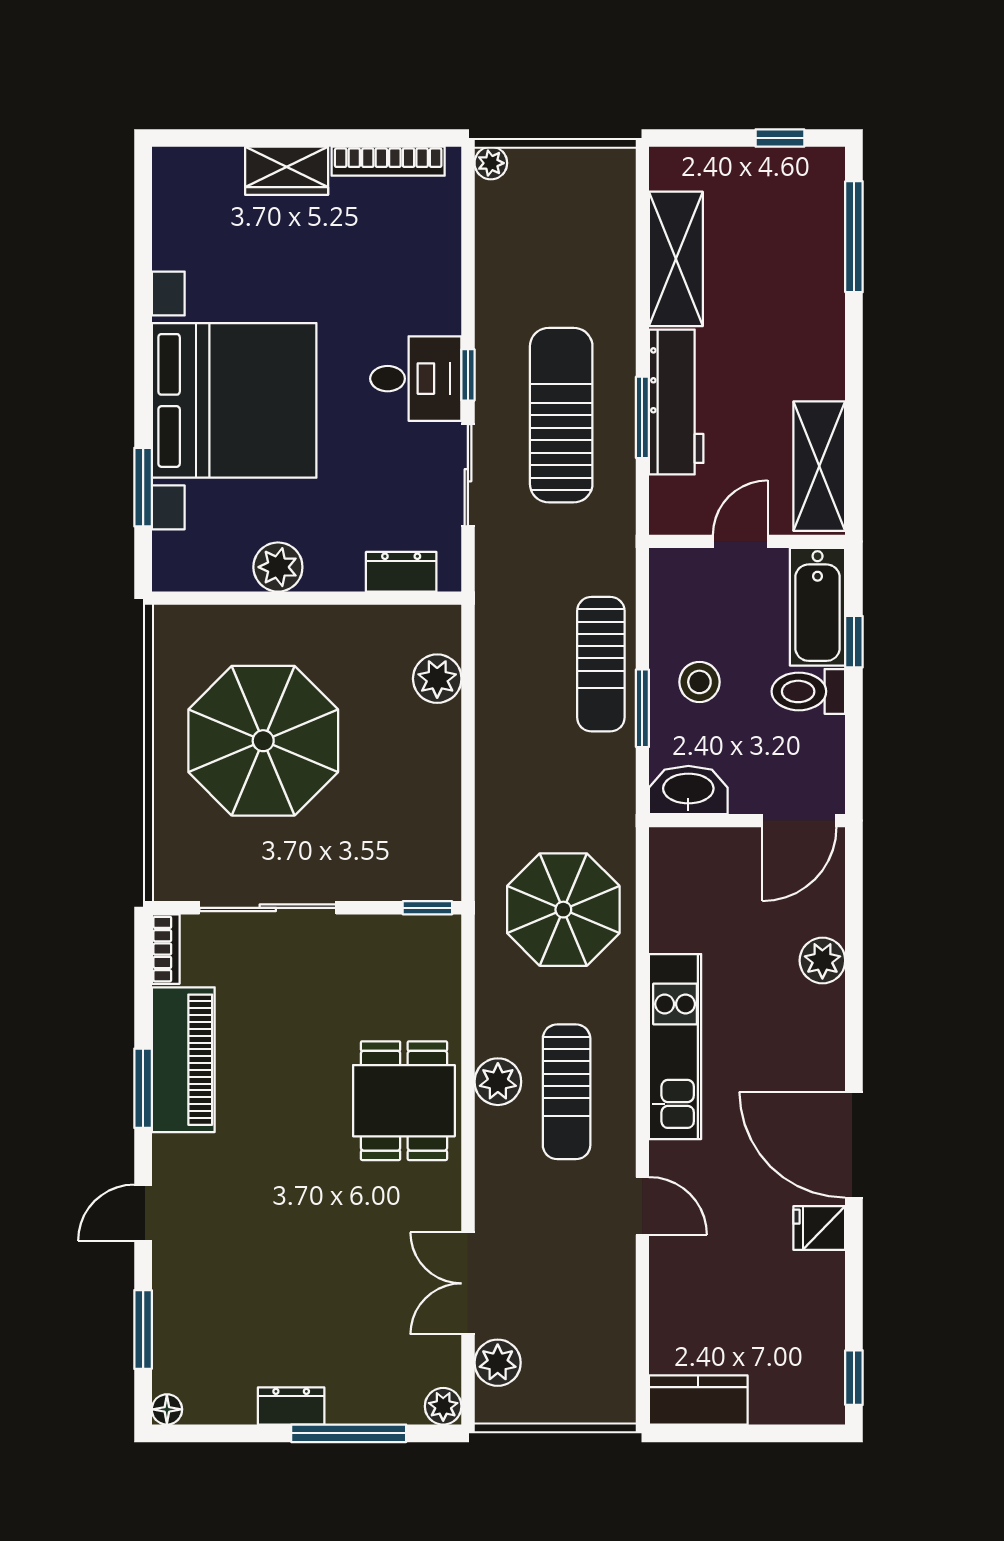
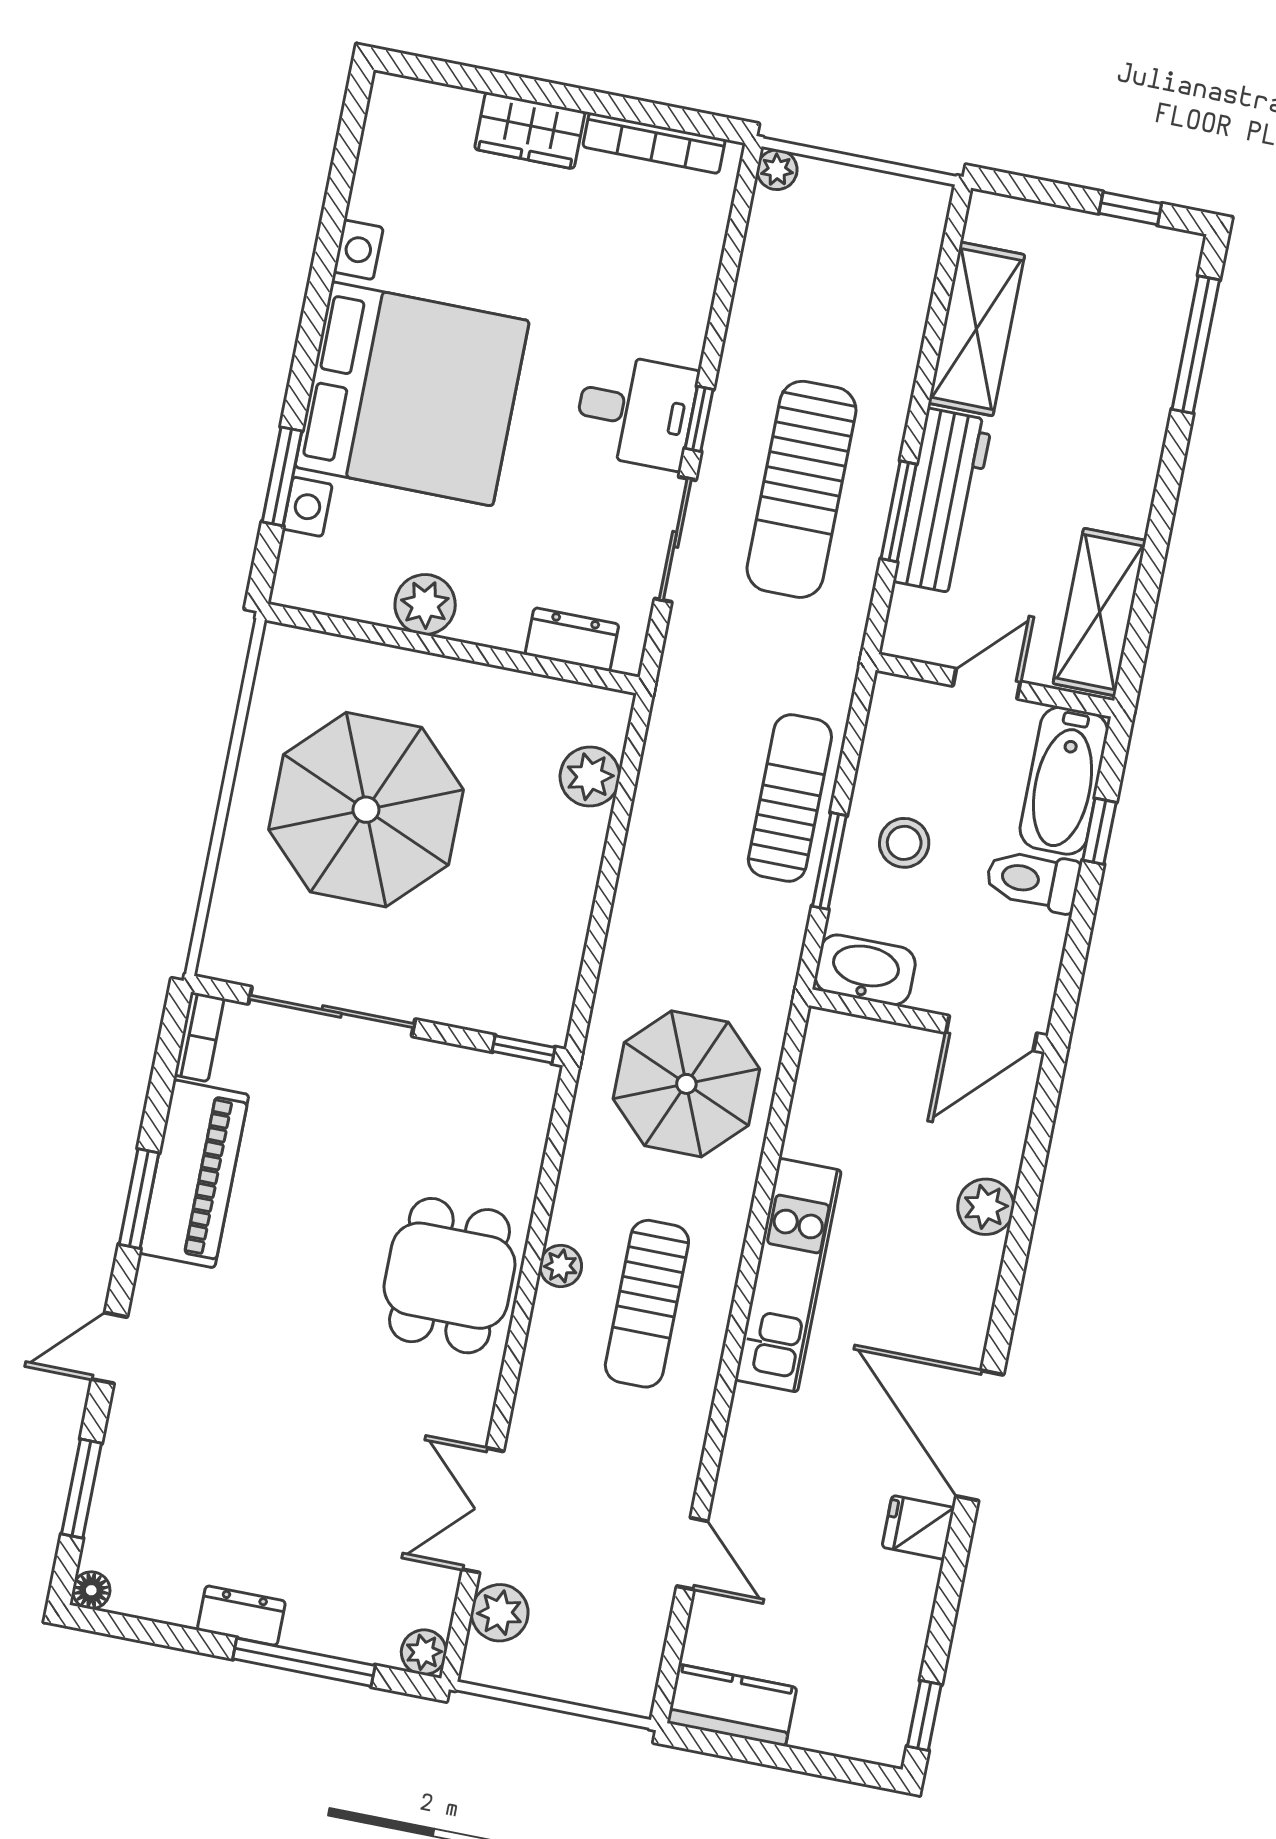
sun lounger: (561, 415) -> (802, 489), turned 180
sun lounger: (601, 664) -> (790, 798), turned 180
plant: (498, 1082) -> (561, 1266), width x0.73, depth x0.73
door: (642, 1206) -> (692, 1554), moved

